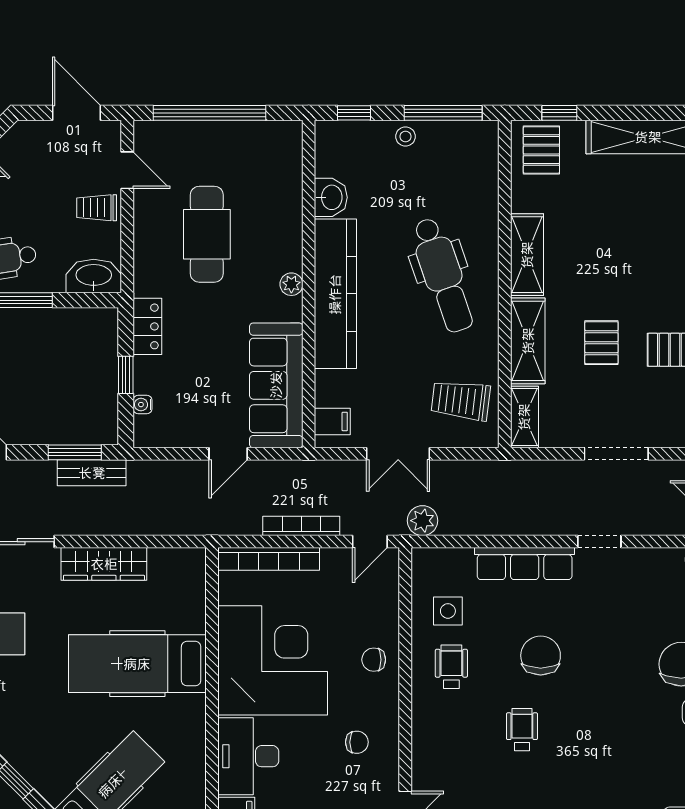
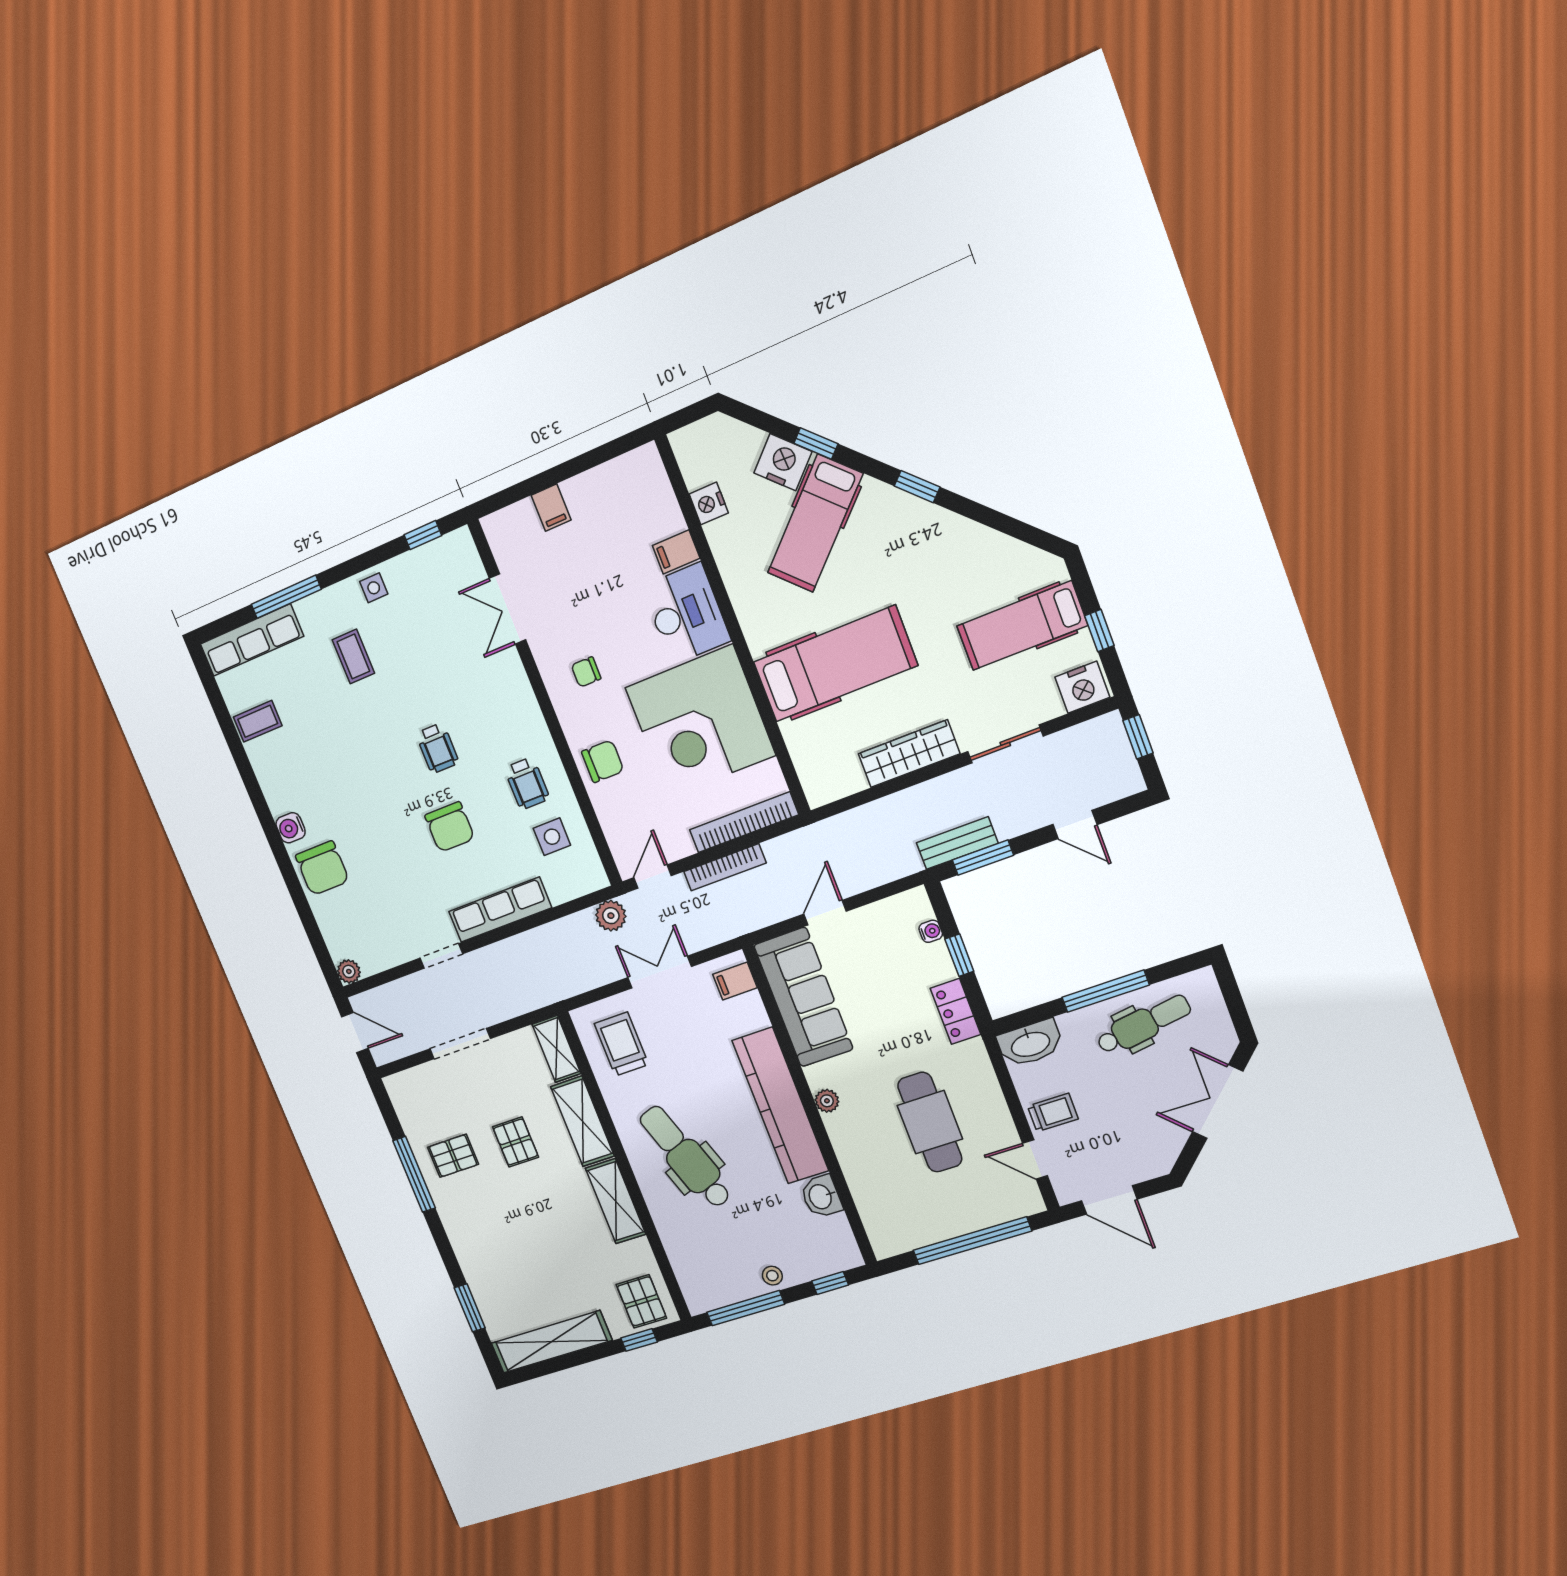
trolley: (461, 400) -> (621, 1044), turned -97
chair: (374, 660) -> (603, 761), width x1.37, depth x1.37

